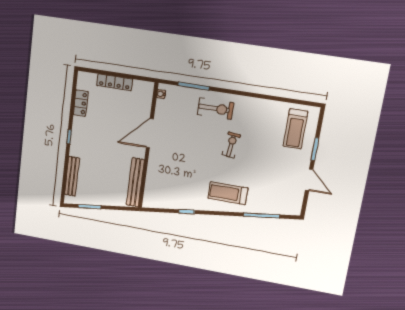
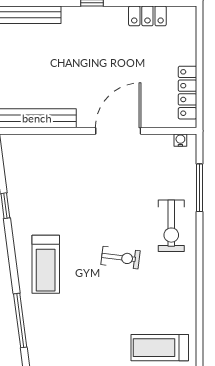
locker: (115, 82) -> (187, 93), moved
door: (150, 133) -> (118, 131), hinge flipped
treadmill: (228, 193) -> (46, 264), turned 180

